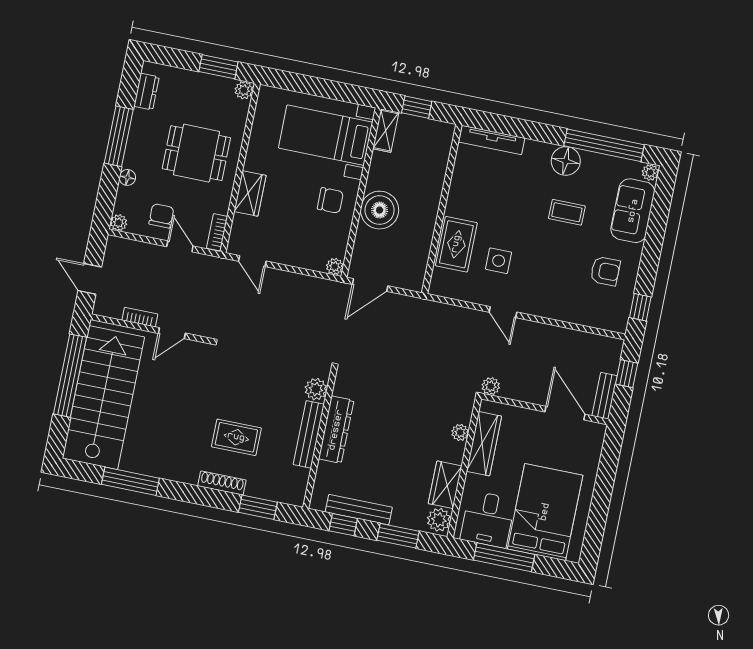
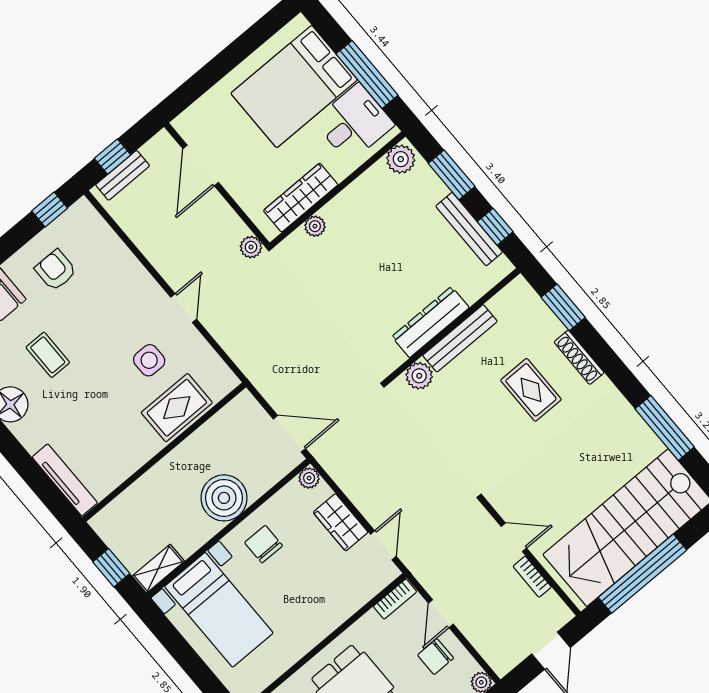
wardrobe: (250, 193) -> (341, 522), moved, turned -90
bench: (605, 396) -> (123, 175), moved
wardrobe: (445, 485) -> (368, 188), removed

